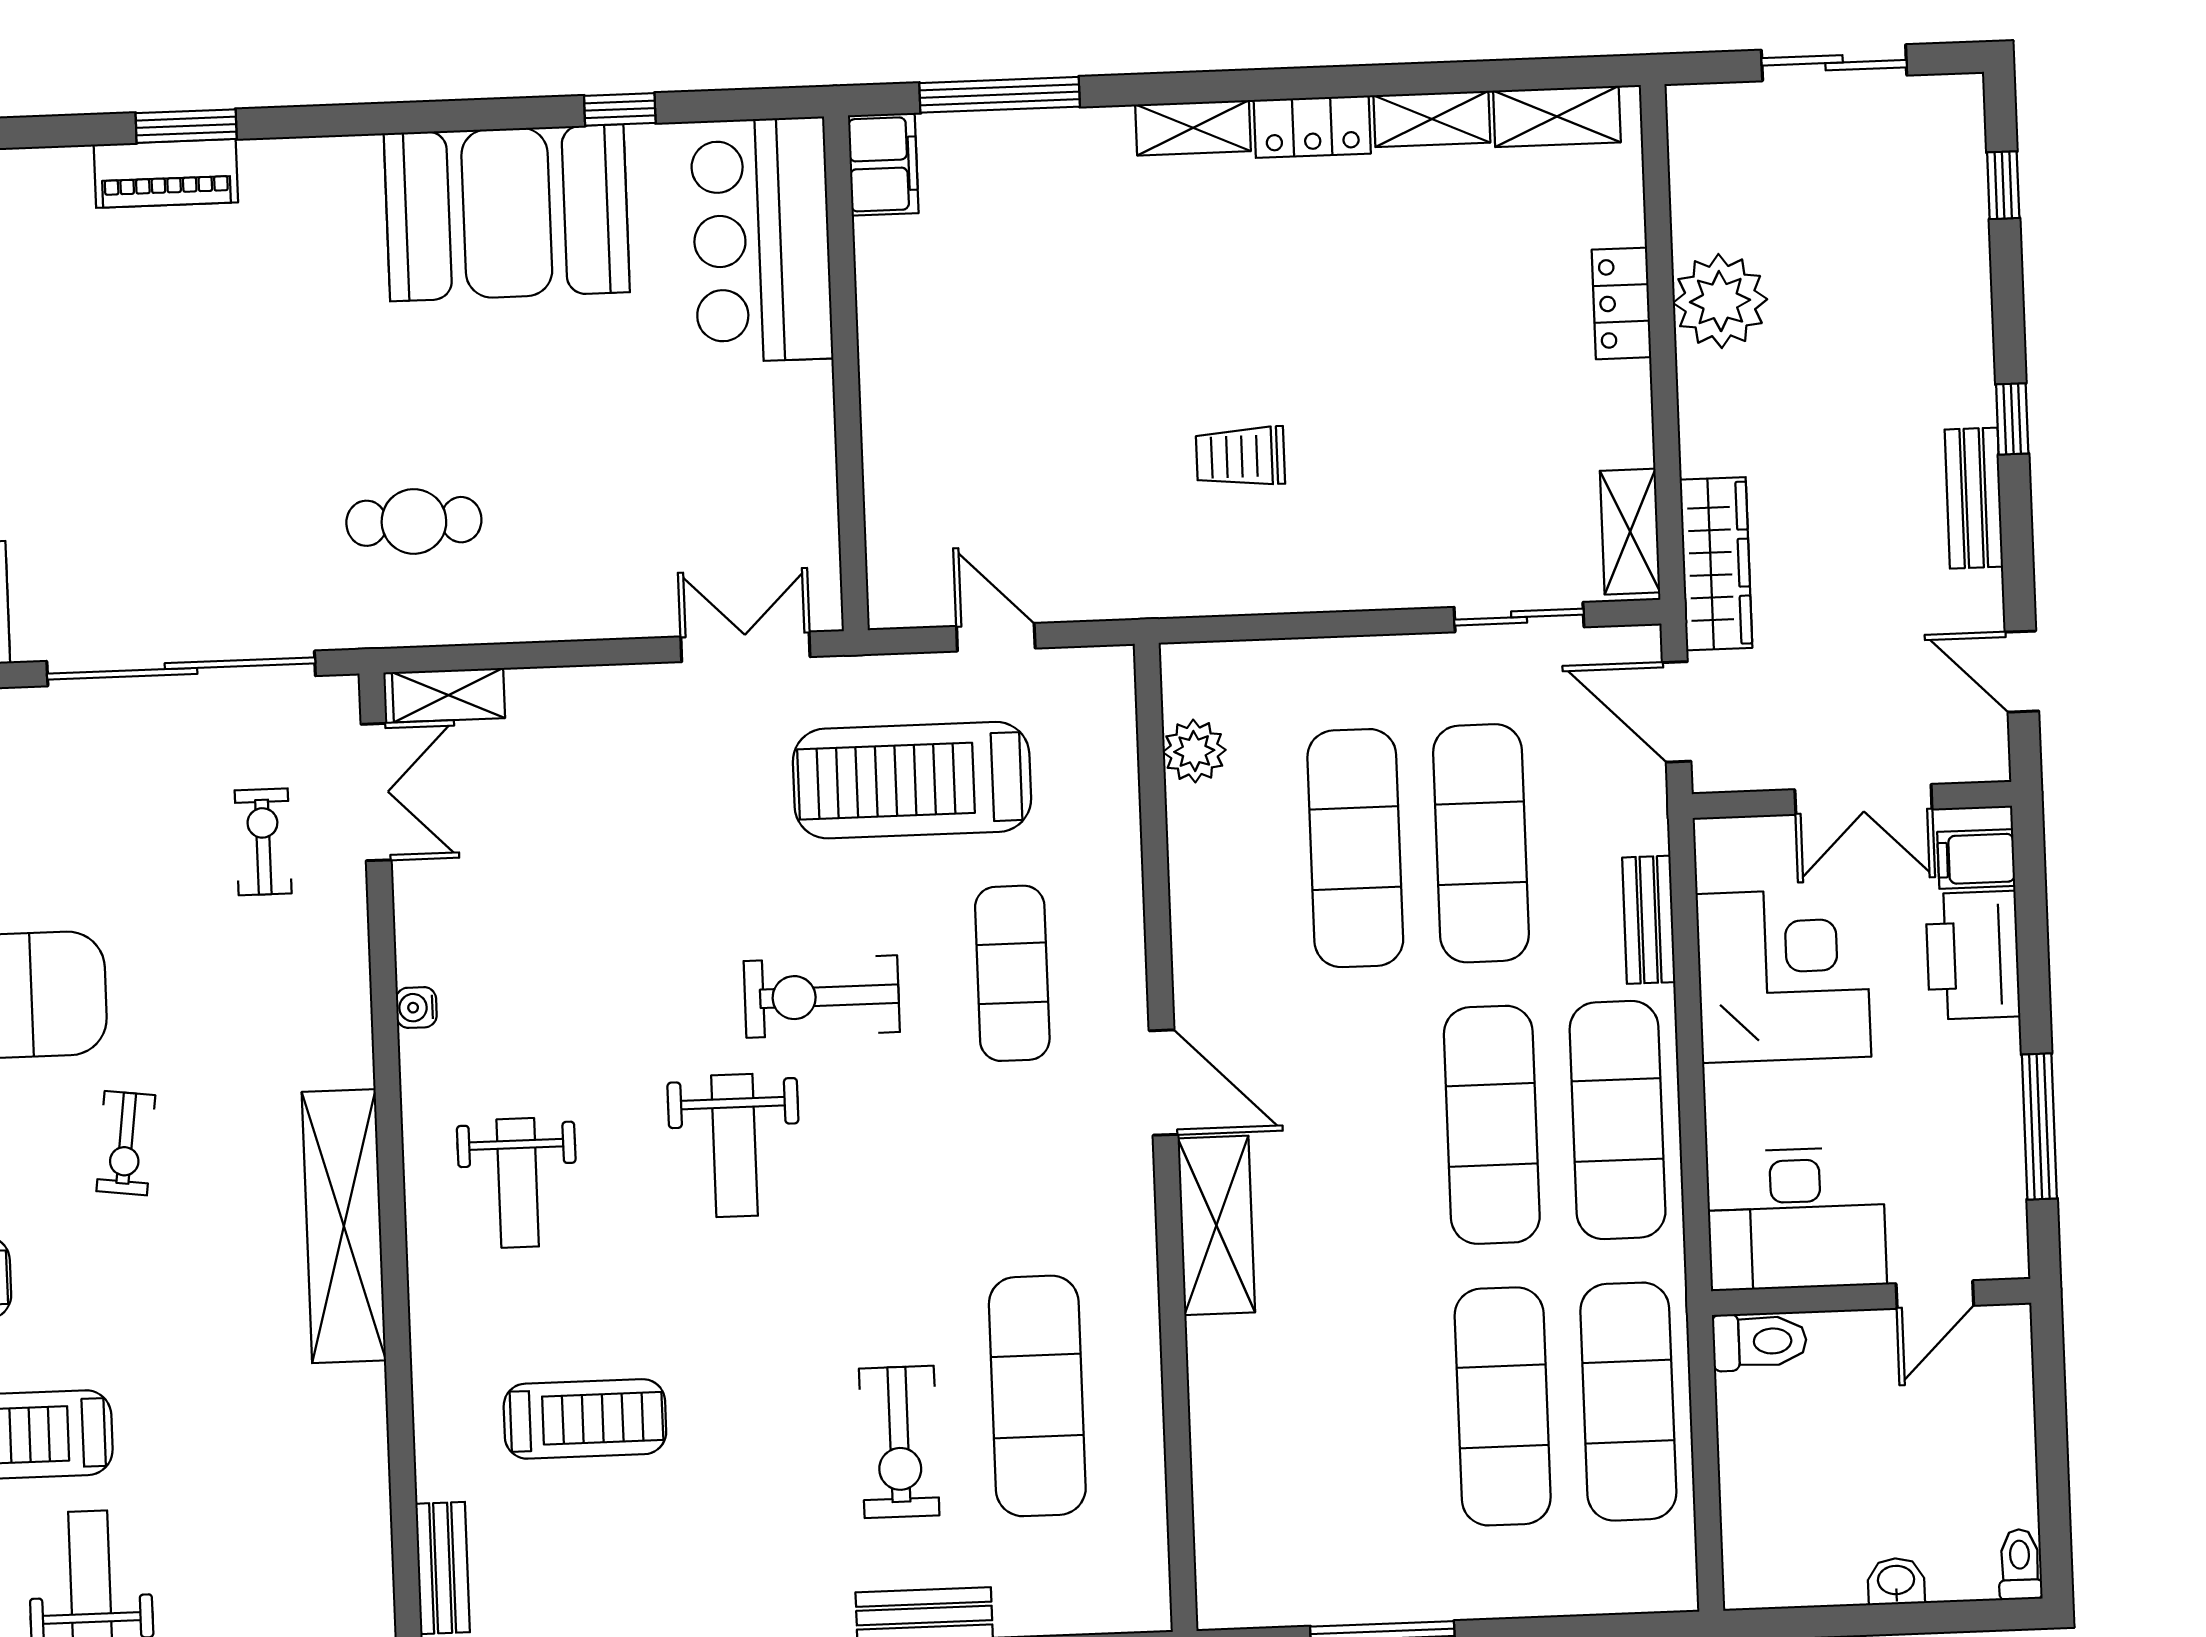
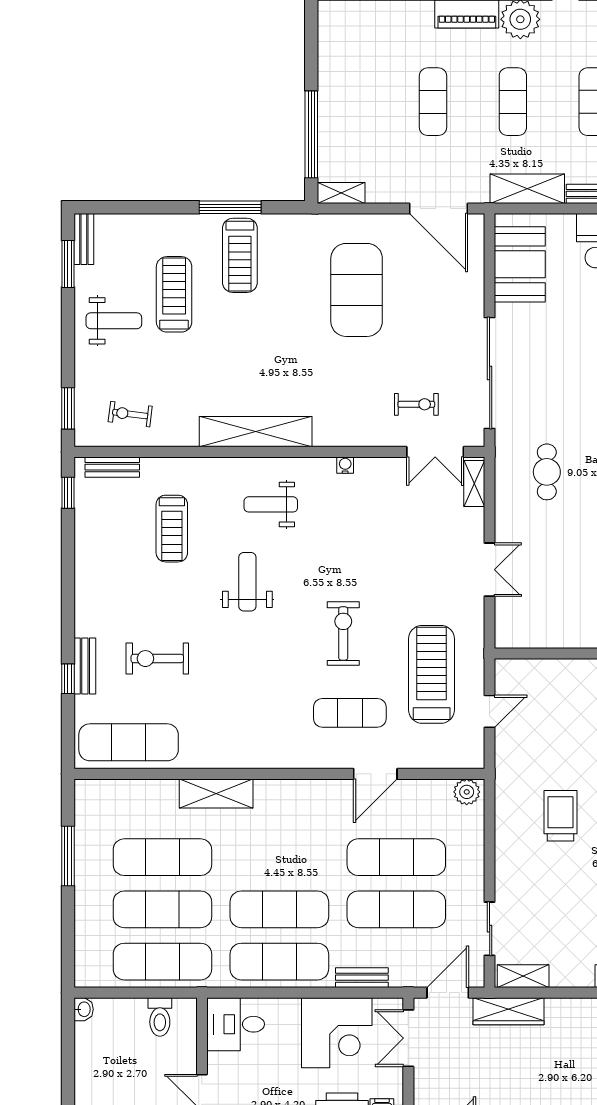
trolley: (1240, 457) -> (561, 816), width x1.36, depth x1.39
double door: (745, 647) -> (490, 570), moved
plant: (1194, 751) -> (467, 792), moved
double door: (1863, 799) -> (408, 1038), moved
door: (1164, 1083) -> (375, 774), moved
exercise bike: (126, 1143) -> (130, 414), moved
weight bench: (734, 1146) -> (247, 582), moved, turned 90
desk: (1796, 1219) -> (236, 1024), width x0.73
shelving: (1216, 1225) -> (216, 793), moved
toilet: (1760, 1341) -> (160, 1017), moved
exercise mat: (1037, 1396) -> (129, 742), moved
exercise mat: (1377, 1411) -> (162, 857), added
washbasin: (1896, 1581) -> (84, 1009), moved

